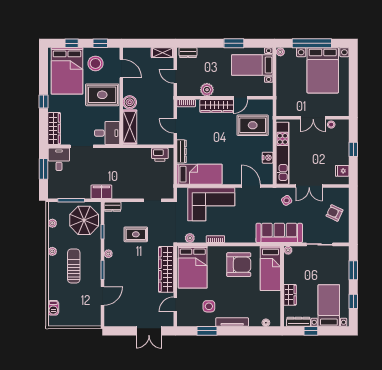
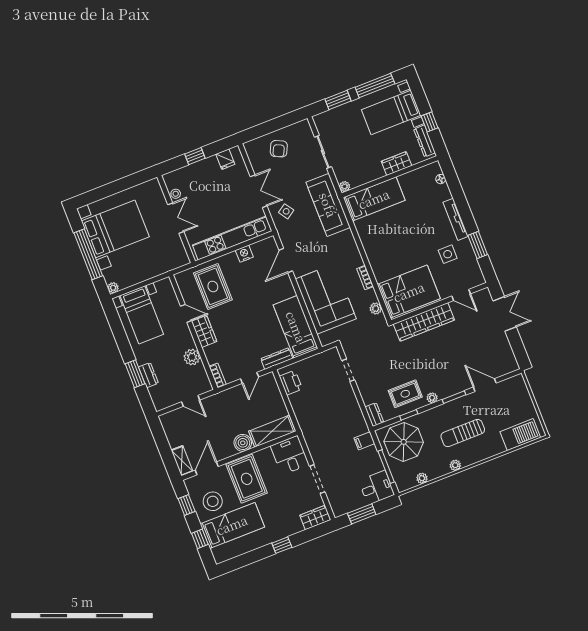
window: (234, 43) -> (135, 374), moved
shelving: (163, 53) -> (182, 461), moved
dresser: (188, 53) -> (148, 375), moved
bed: (67, 71) -> (232, 525), width x0.67
door: (175, 76) -> (191, 401), hinge flipped
wardrobe: (217, 106) -> (204, 331), width x0.67
wardrobe: (54, 129) -> (315, 517), width x0.67
desk: (59, 159) -> (377, 488), moved, turned 180
filing cabinet: (101, 192) -> (364, 441), width x0.50
rug: (136, 234) -> (405, 394), moved, turned 90
armchair: (239, 265) -> (384, 238), removed
window: (353, 301) -> (375, 85), width x2.17
barbecue: (53, 308) -> (520, 435), width x1.88, depth x1.53

